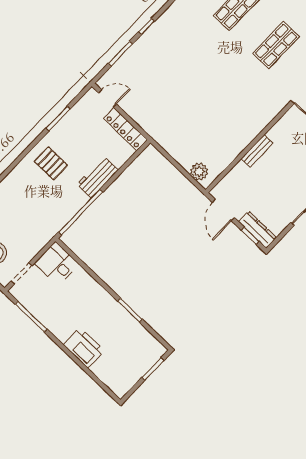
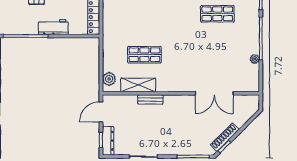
shop shelf: (276, 45) -> (144, 55), moved
shelving: (232, 149) -> (138, 85), added

